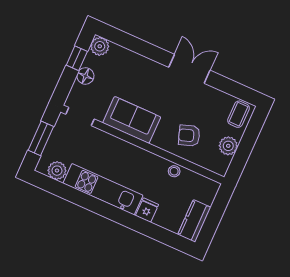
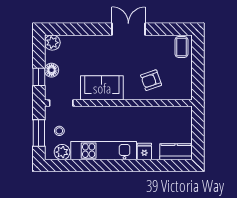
window: (77, 58) -> (39, 77), moved
plant: (228, 146) -> (184, 75), removed
stool: (174, 171) -> (59, 131), moved
kitchen counter: (194, 221) -> (176, 152), moved, turned 90

